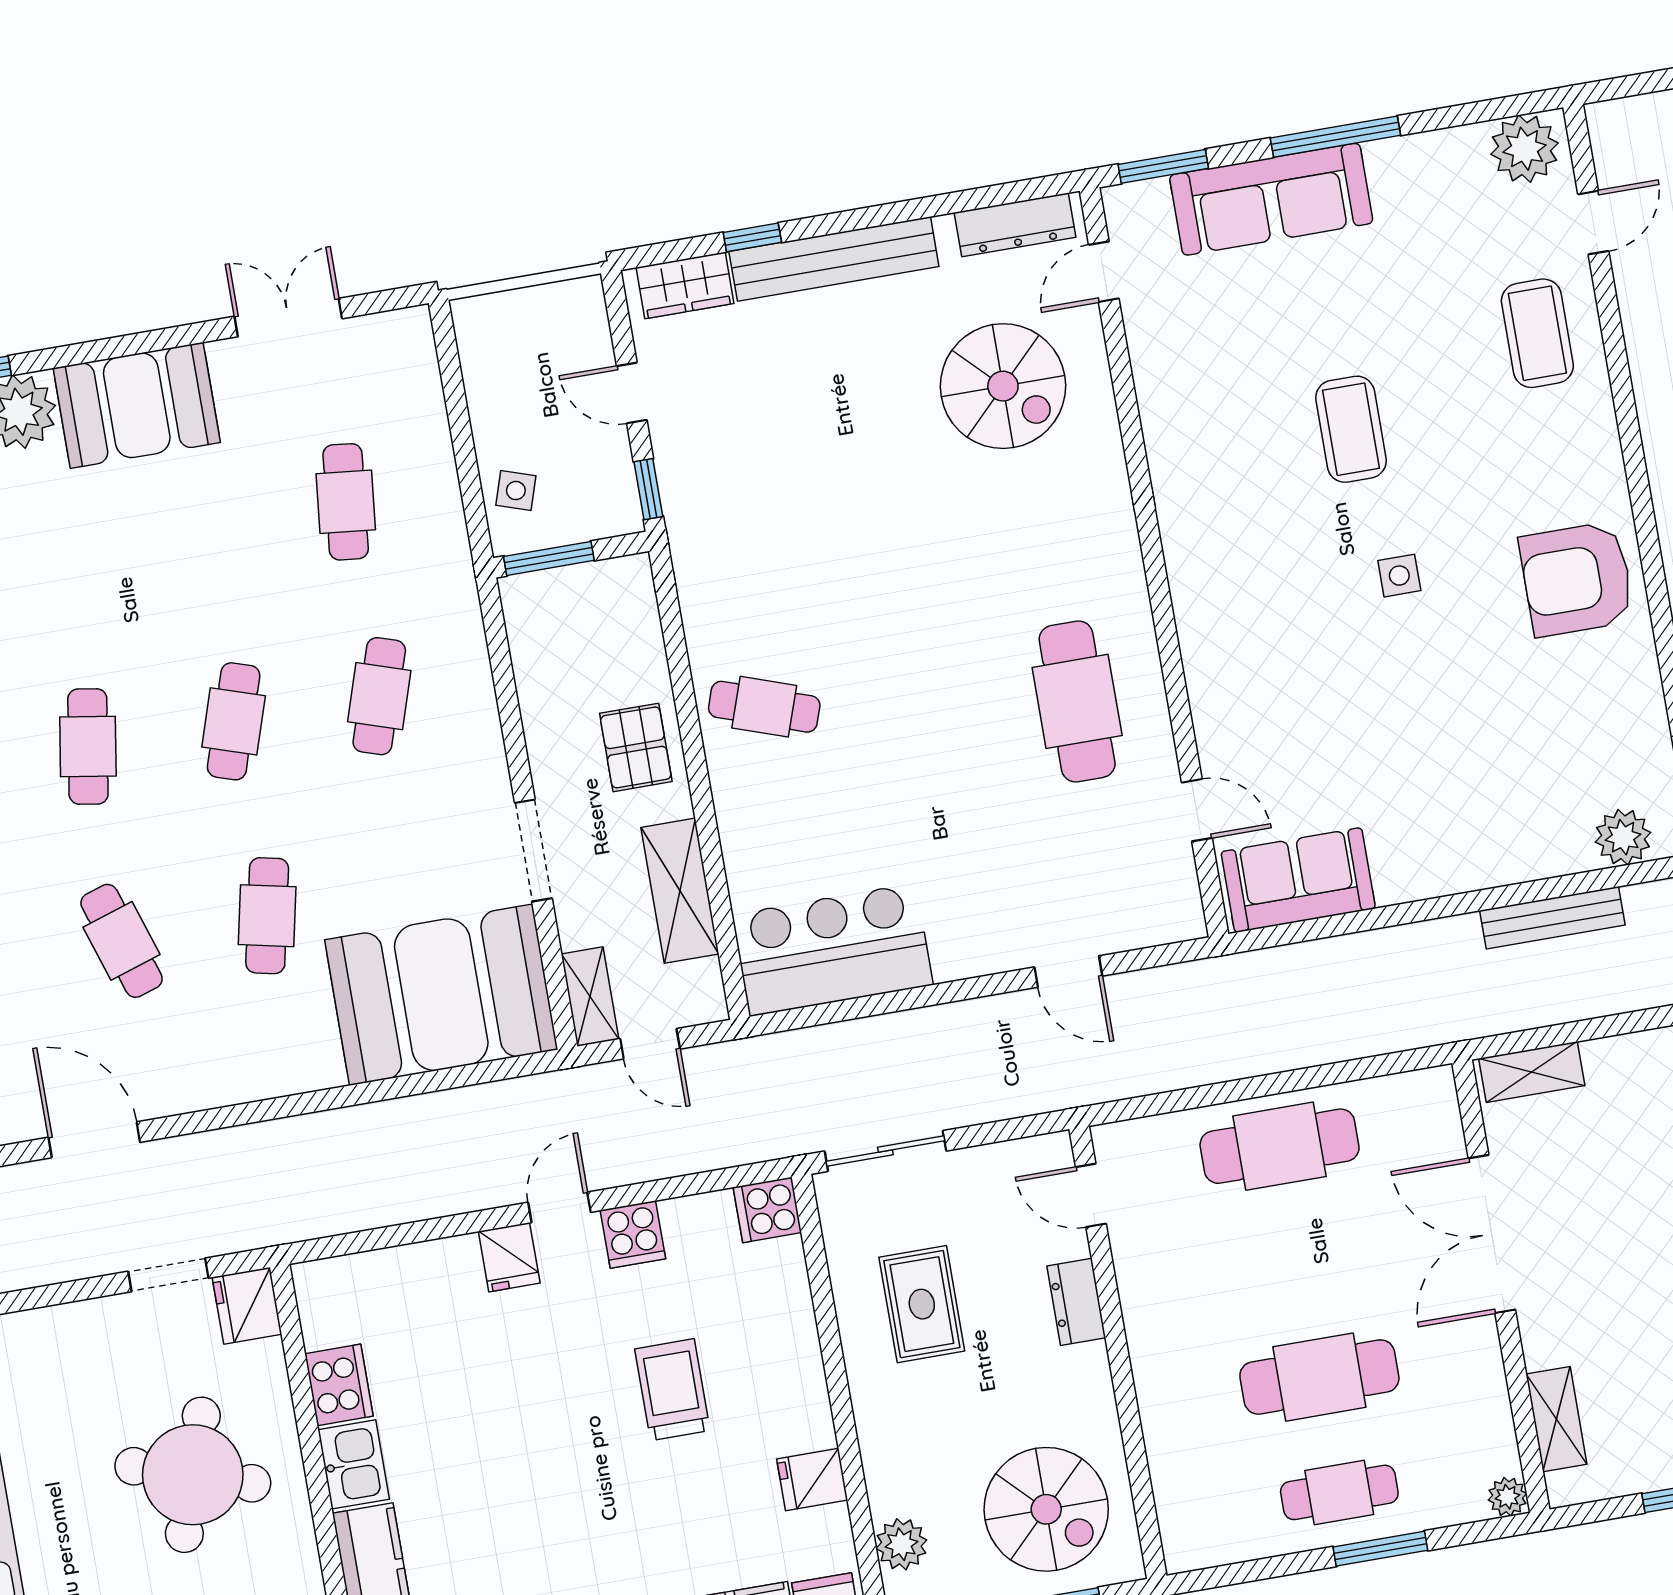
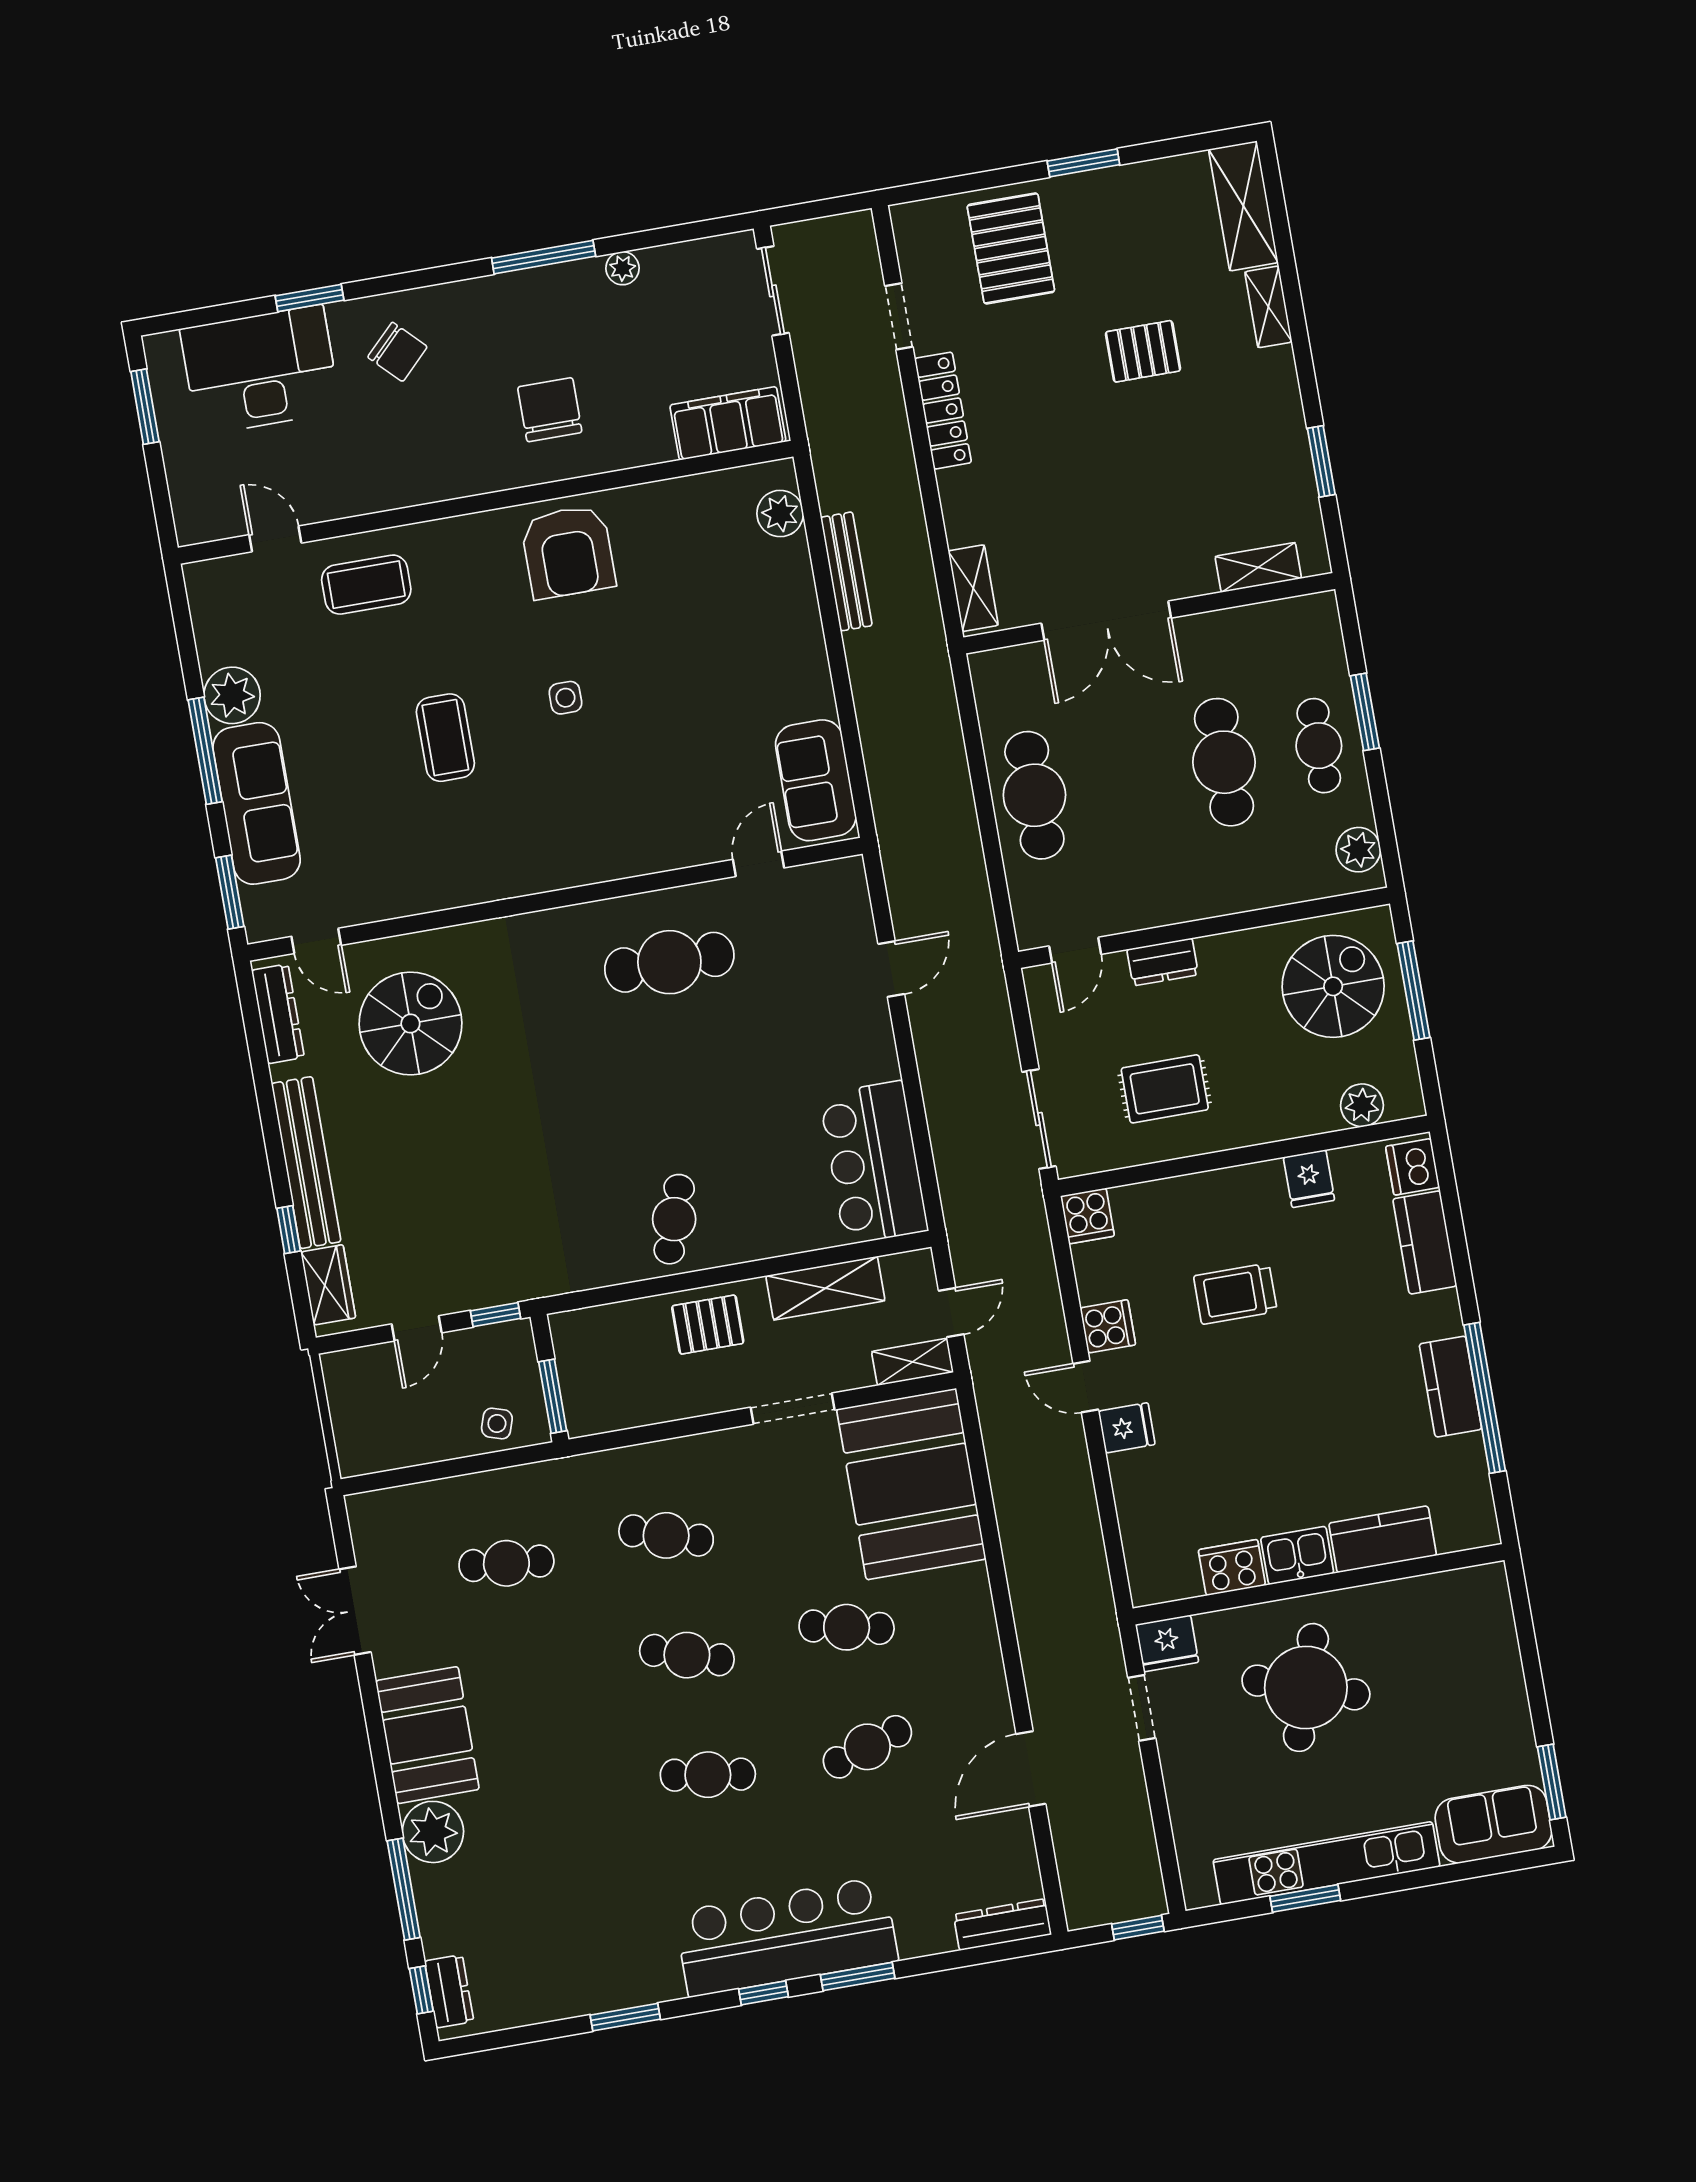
plant: (1524, 149) -> (232, 695), moved
coffee table: (1351, 429) -> (445, 738), turned 90
plant: (1507, 1497) -> (1358, 850), moved, width x1.38, depth x1.38

